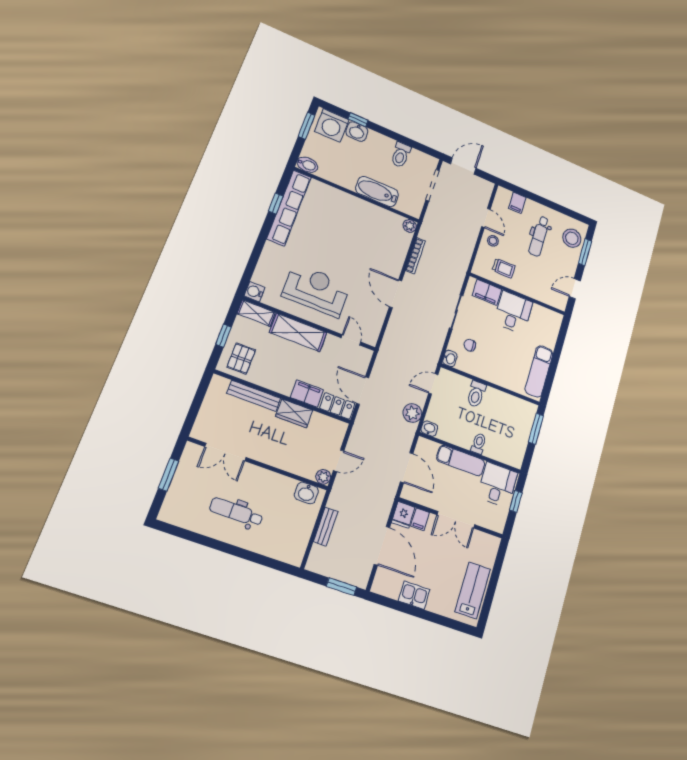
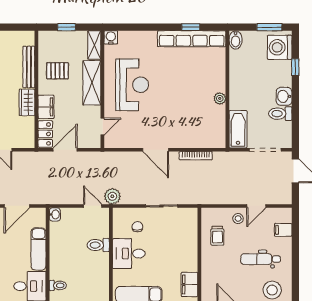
washbasin: (357, 132) -> (284, 96), moved
bathtub: (377, 192) -> (238, 129), moved
plant: (410, 226) -> (220, 98), moved
filing cabinet: (487, 292) -> (189, 284), moved
door: (395, 294) -> (156, 150), swing flipped
desk: (513, 312) -> (129, 254), moved, turned 180
washbasin: (450, 358) -> (119, 213), removed
pallet: (241, 359) -> (57, 71), moved
plant: (412, 413) -> (112, 196), moved
toilet: (479, 444) -> (58, 285), moved

